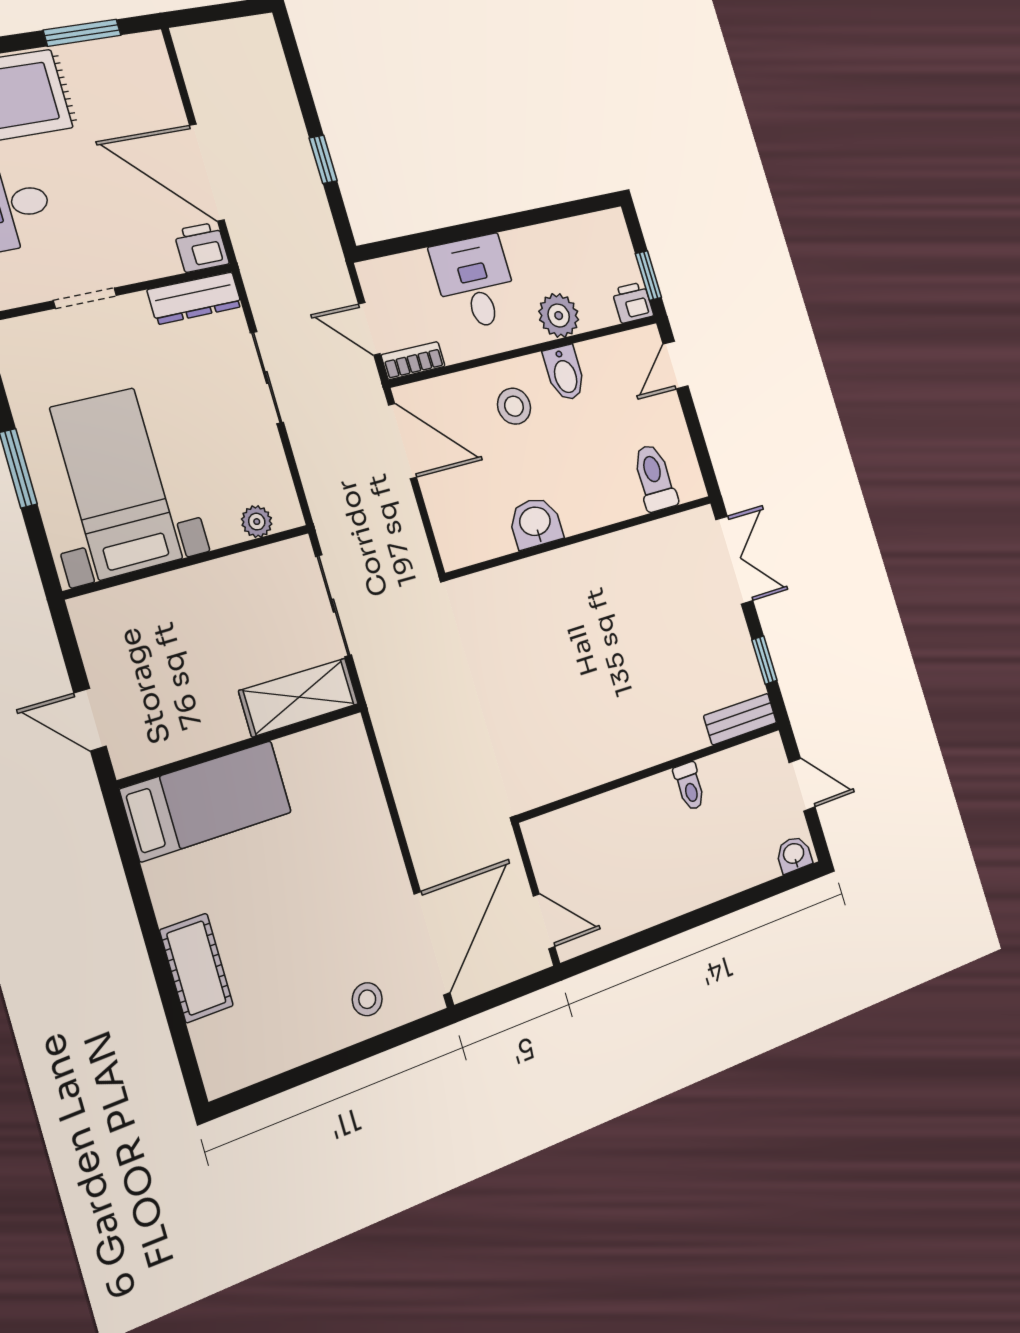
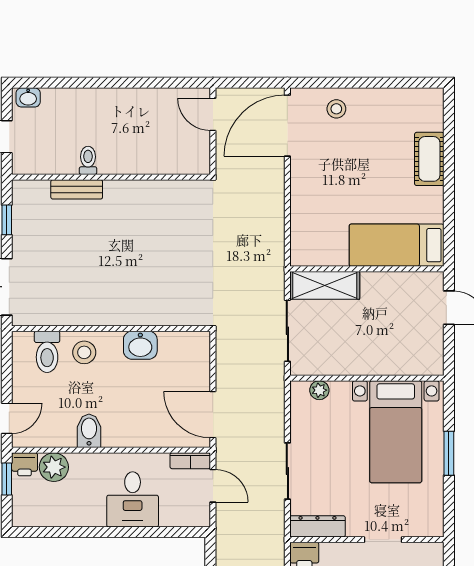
plant: (559, 316) -> (54, 467), moved
stool: (514, 406) -> (84, 352), moved
bench: (740, 719) -> (77, 189), moved

